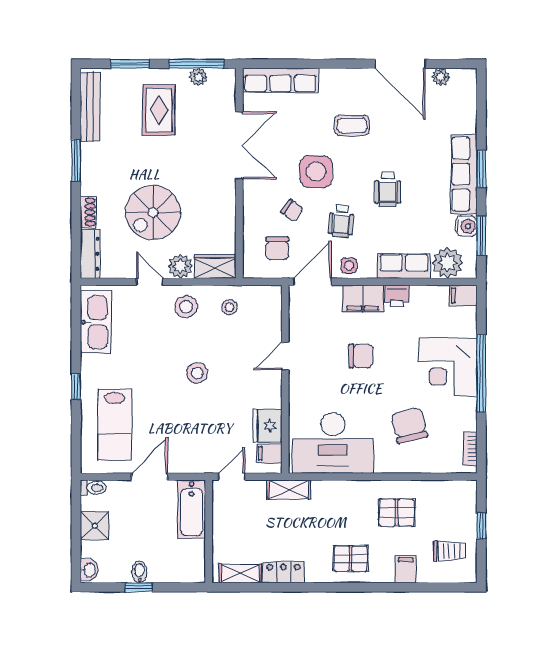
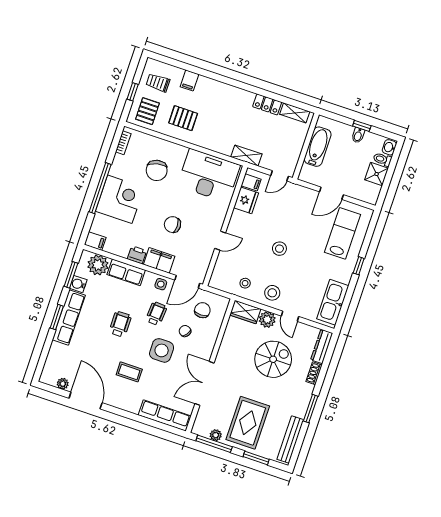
rug: (159, 110) -> (248, 423), width x1.36, depth x1.43
toilet: (93, 488) -> (382, 159), moved
bathtub: (192, 509) -> (318, 147), moved
pallet: (351, 559) -> (148, 111), moved, turned 90

